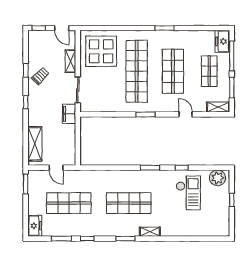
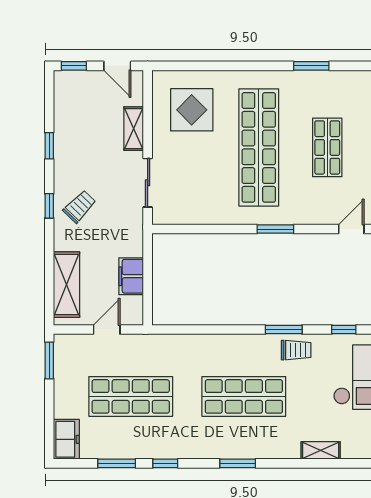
display table: (101, 51) -> (192, 110), width x0.73, depth x0.73
shop shelf: (173, 71) -> (327, 147), width x0.70, depth x0.74
trolley: (40, 76) -> (79, 207), moved
filing cabinet: (69, 114) -> (131, 276), moved
door: (186, 114) -> (351, 229), hinge flipped
door: (56, 168) -> (107, 329), swing flipped
trolley: (156, 179) -> (296, 350), added
shelving: (150, 232) -> (321, 450), moved

